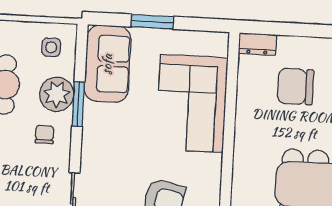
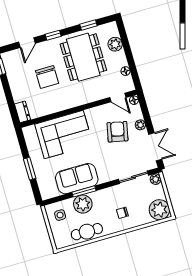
sofa: (107, 64) -> (77, 179), moved
chair: (295, 86) -> (47, 77), moved
chair: (45, 134) -> (122, 213), moved

